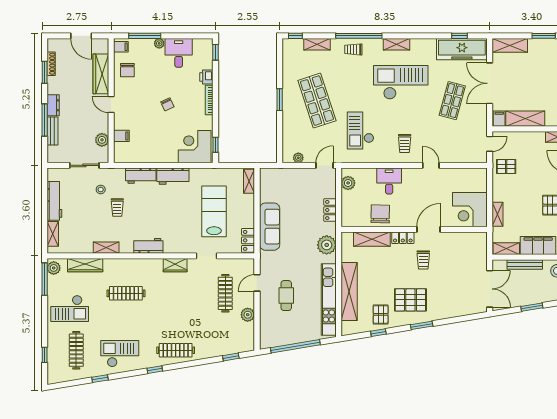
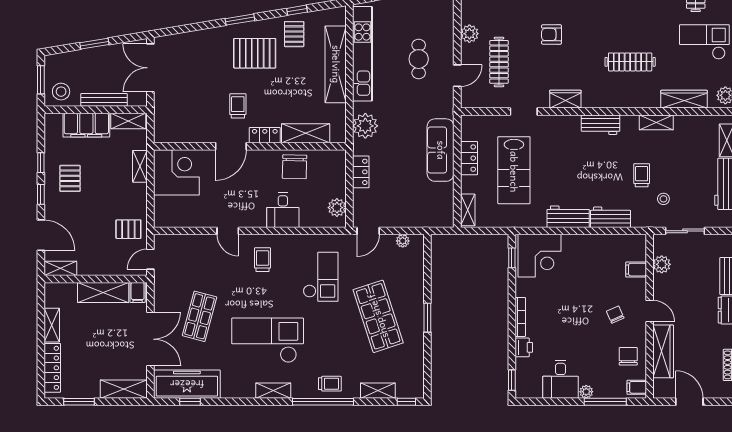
checkout: (401, 82) -> (268, 340), turned 180
chair: (167, 104) -> (615, 315), moved
locker: (248, 240) -> (469, 158), moved
armchair: (186, 314) -> (551, 34), added

